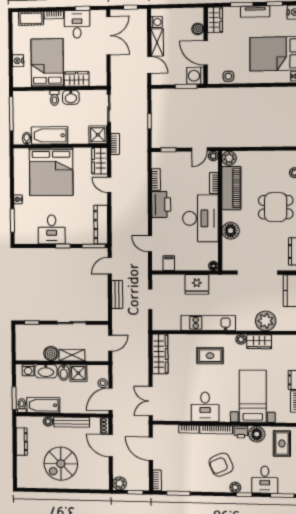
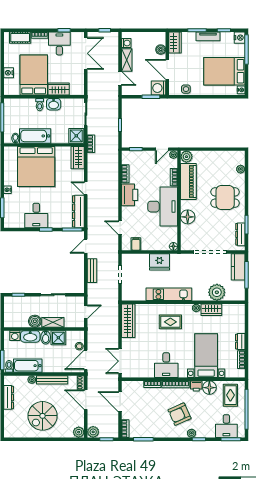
door: (109, 185) -> (86, 188), moved
desk: (265, 480) -> (226, 426), moved
plant: (103, 483) -> (79, 432), added

